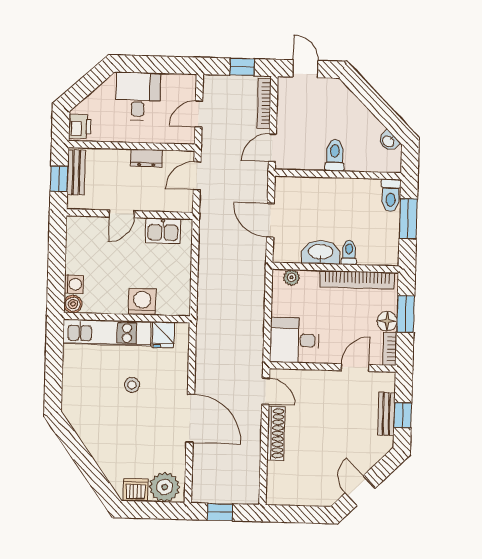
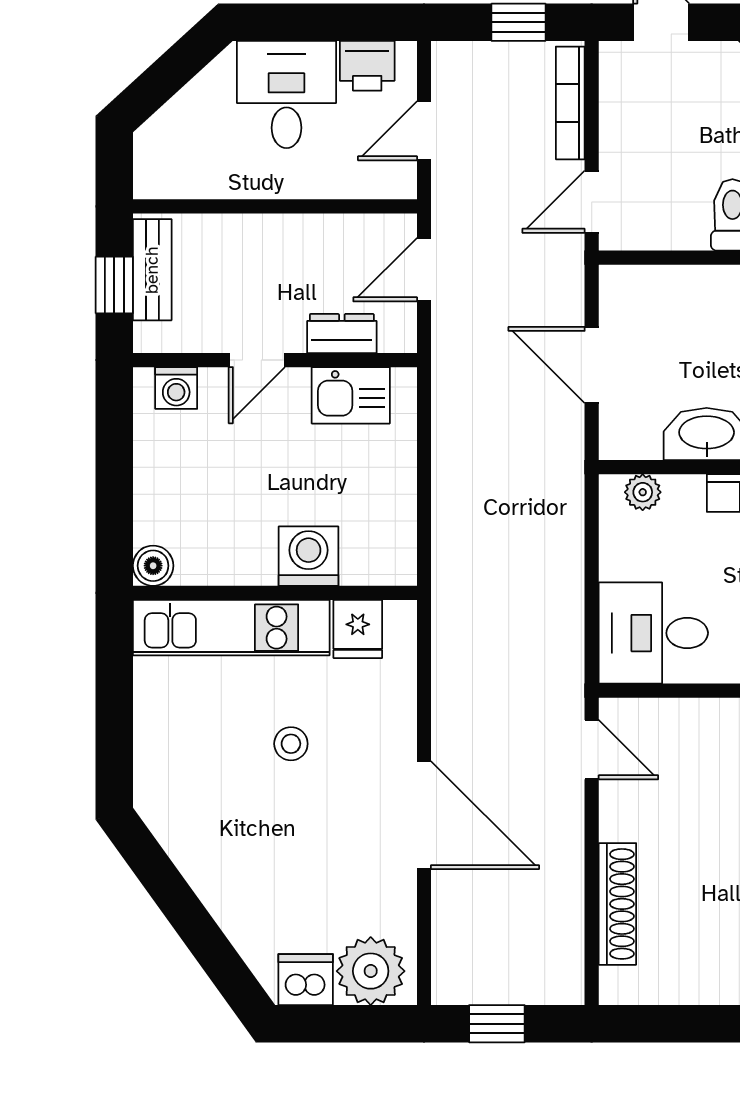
printer: (80, 126) -> (367, 66), moved, turned 90
dresser: (147, 158) -> (342, 333), moved, turned 180
washing machine: (74, 284) -> (176, 388), moved, turned 90
shoe rack: (276, 433) -> (617, 904), moved

